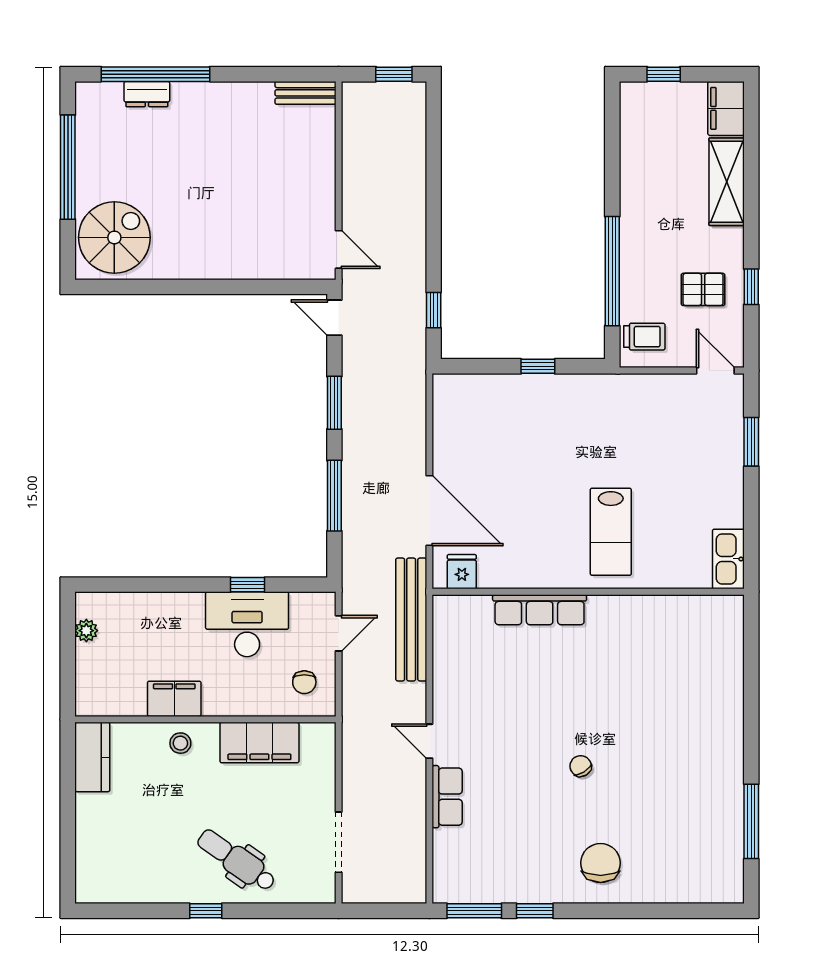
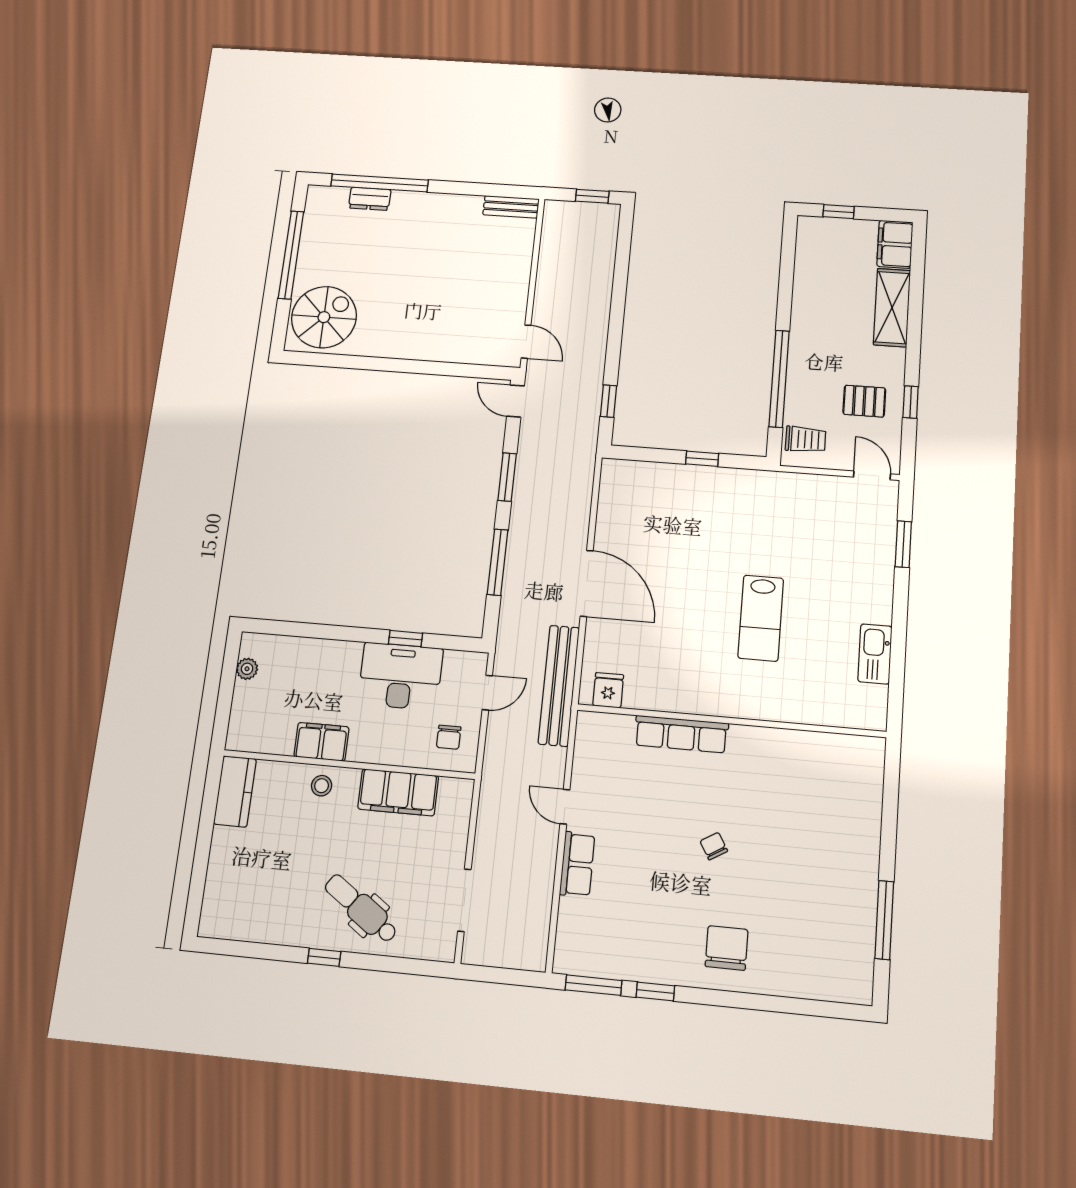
fridge: (462, 572) -> (608, 690), moved
wall: (588, 592) -> (731, 721), moved
row of seats: (540, 610) -> (681, 734), moved

